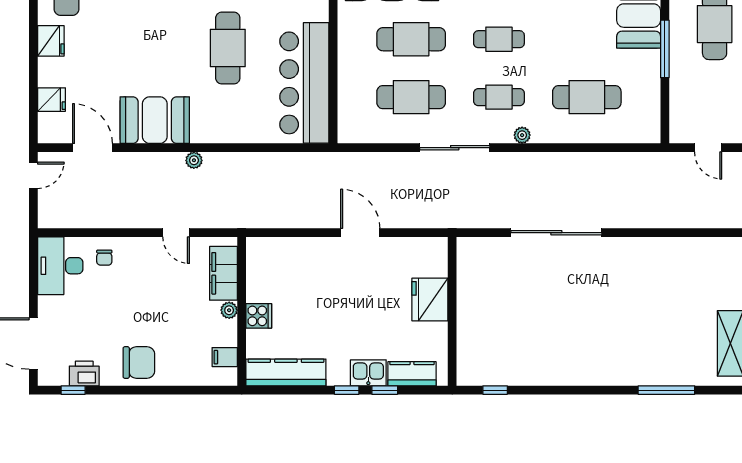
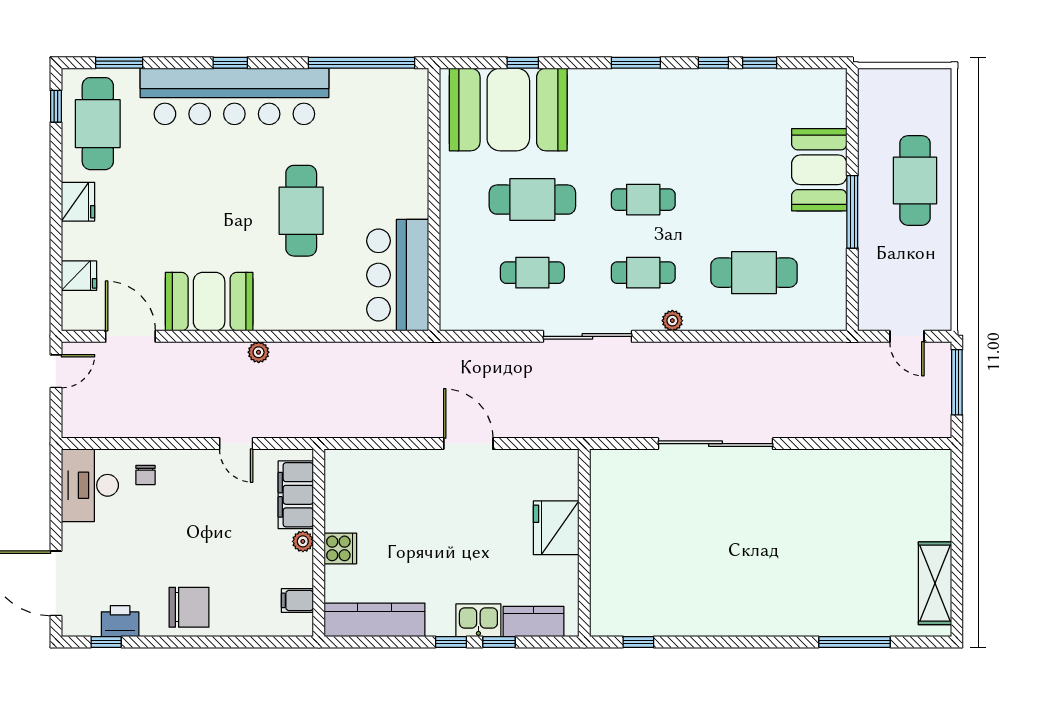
bar counter: (304, 83) -> (398, 275), width x0.73
cafe table: (411, 97) -> (532, 273), width x0.73, depth x0.74

